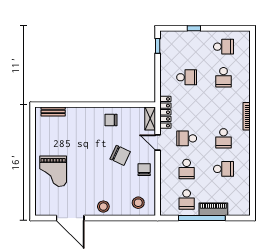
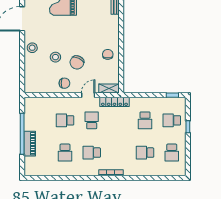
school desk: (187, 199) -> (172, 120), moved
stool: (138, 203) -> (55, 57), moved

